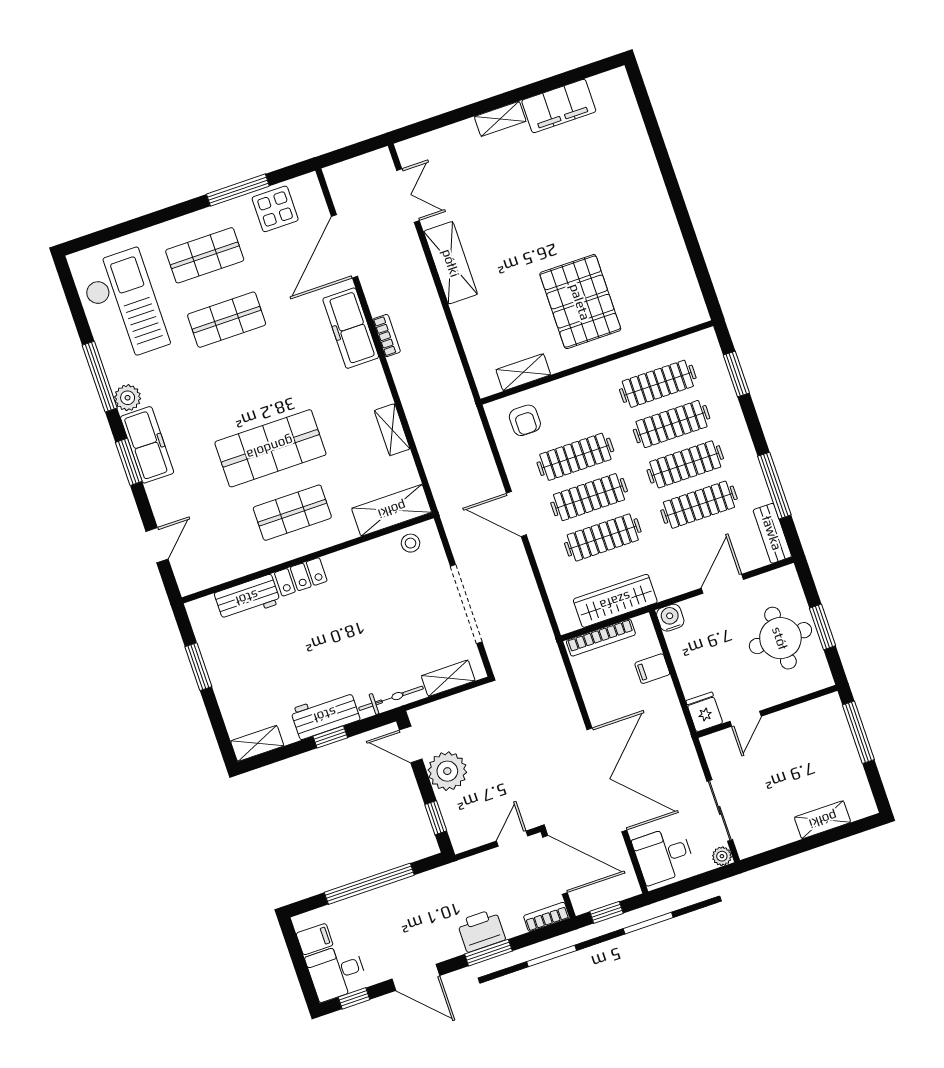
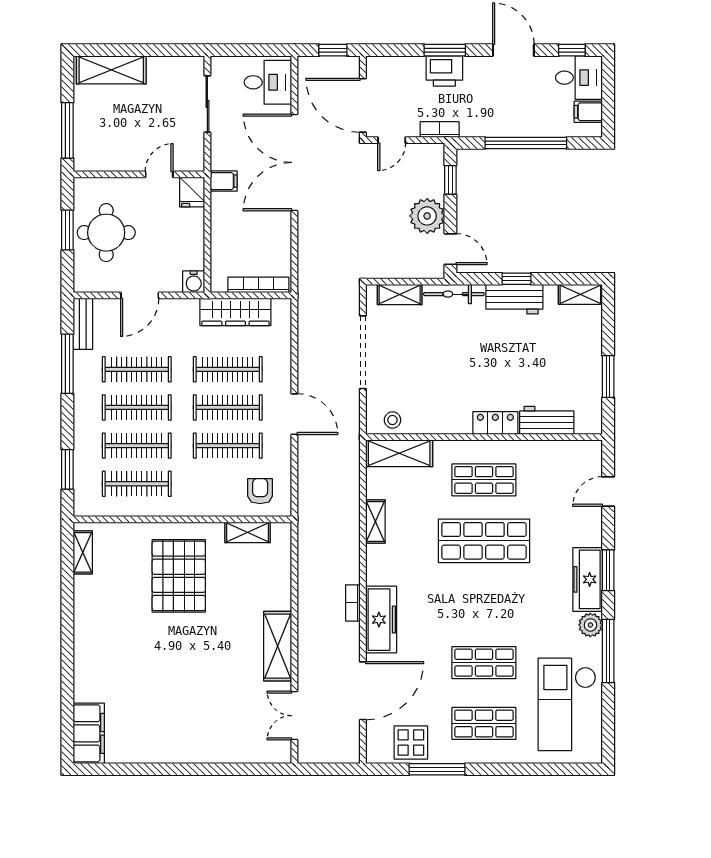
filing cabinet: (559, 106) -> (89, 733), moved, turned 90
shelving: (500, 119) -> (83, 552), moved, turned 90
filing cabinet: (652, 669) -> (224, 181), moved
shelving: (823, 820) -> (111, 70), width x1.50, depth x1.33
plant: (722, 856) -> (219, 65), removed
bookcase: (547, 917) -> (440, 129), moved, turned 180

